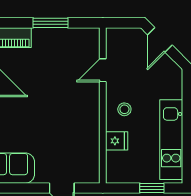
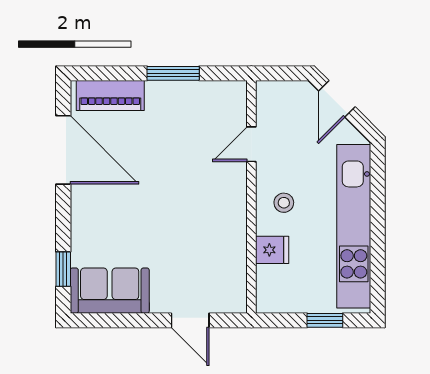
kitchen unit: (171, 140) -> (354, 226), width x1.36

